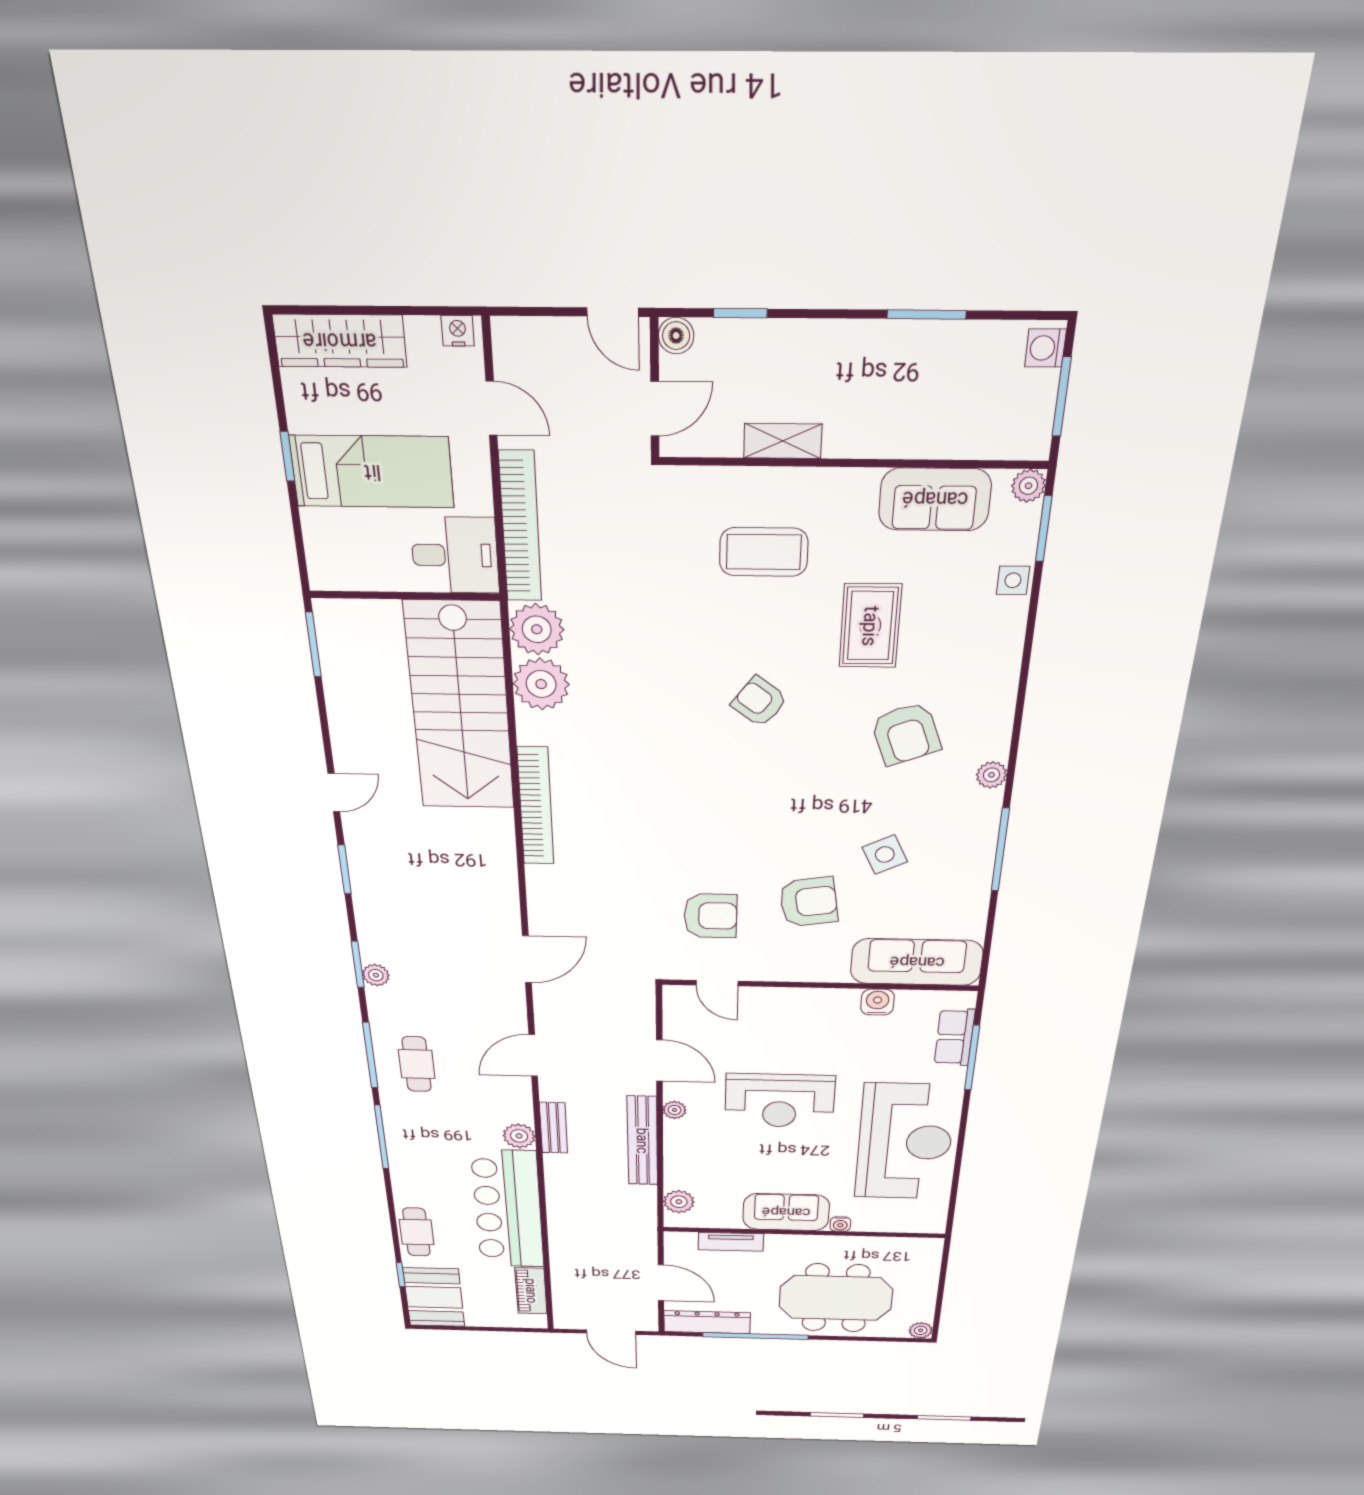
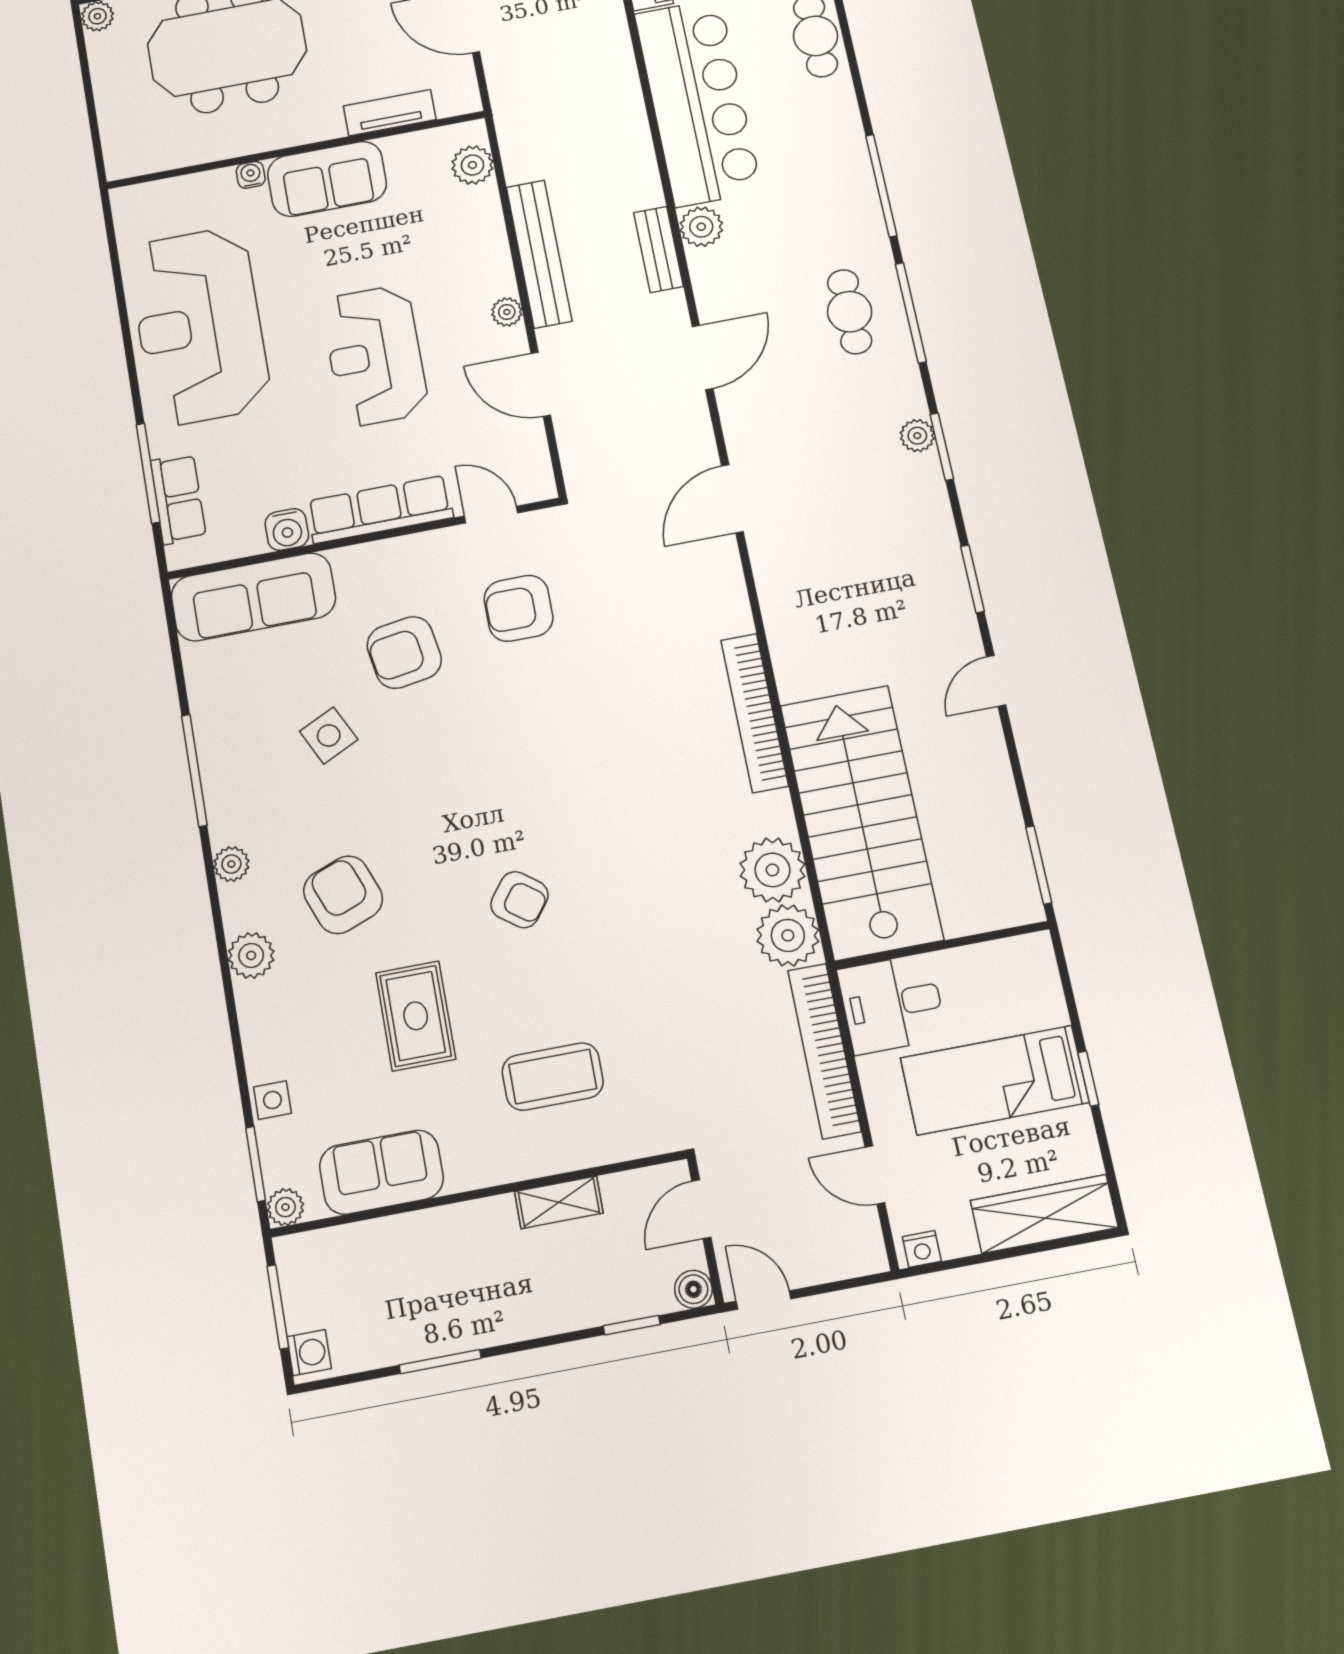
plant: (996, 701) -> (251, 955), added
row of seats: (802, 1002) -> (380, 509), added
reception desk: (780, 1101) -> (375, 356), turned -90

